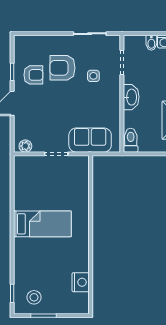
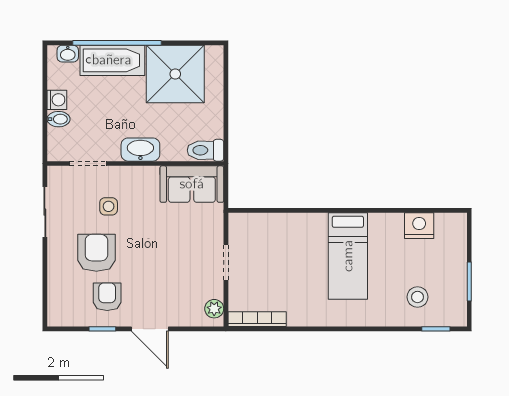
armchair: (63, 68) -> (96, 253), turned 180
sofa: (90, 140) -> (192, 184), moved, turned -90
bookcase: (18, 175) -> (257, 319), added
bed: (42, 224) -> (348, 256), moved, turned 180
stool: (34, 297) -> (418, 297), moved

